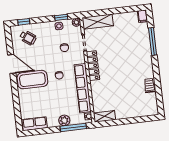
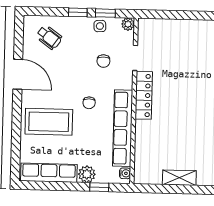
window: (24, 22) -> (78, 12), moved
shelving: (98, 22) -> (161, 28), removed
coffee table: (32, 80) -> (49, 122), moved
shelving: (105, 116) -> (179, 178), moved
row of seats: (35, 124) -> (49, 173), width x1.48
window: (73, 127) -> (99, 187), width x0.46

